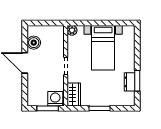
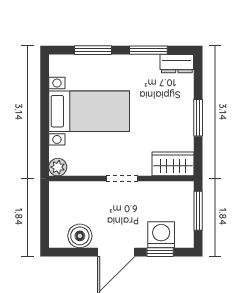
window: (137, 50) -> (93, 50), added
dresser: (130, 82) -> (177, 64), moved
window: (25, 87) -> (160, 252), added
washing machine: (55, 99) -> (161, 235), moved, turned 90

